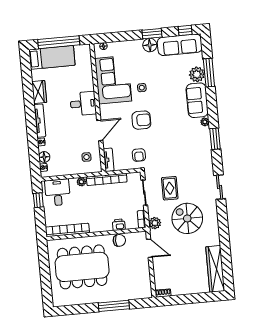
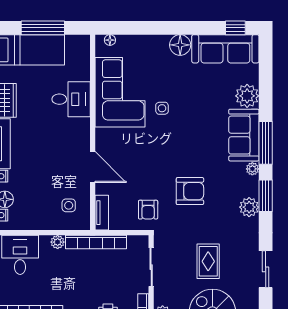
window: (152, 34) -> (185, 28), removed
window: (59, 42) -> (43, 28), width x0.68
window: (209, 73) -> (266, 143), moved
desk: (83, 104) -> (71, 99), moved
armchair: (141, 120) -> (190, 191), moved
door: (100, 130) -> (93, 167), hinge flipped
plant: (205, 147) -> (249, 207), added
rug: (170, 188) -> (208, 261), moved

